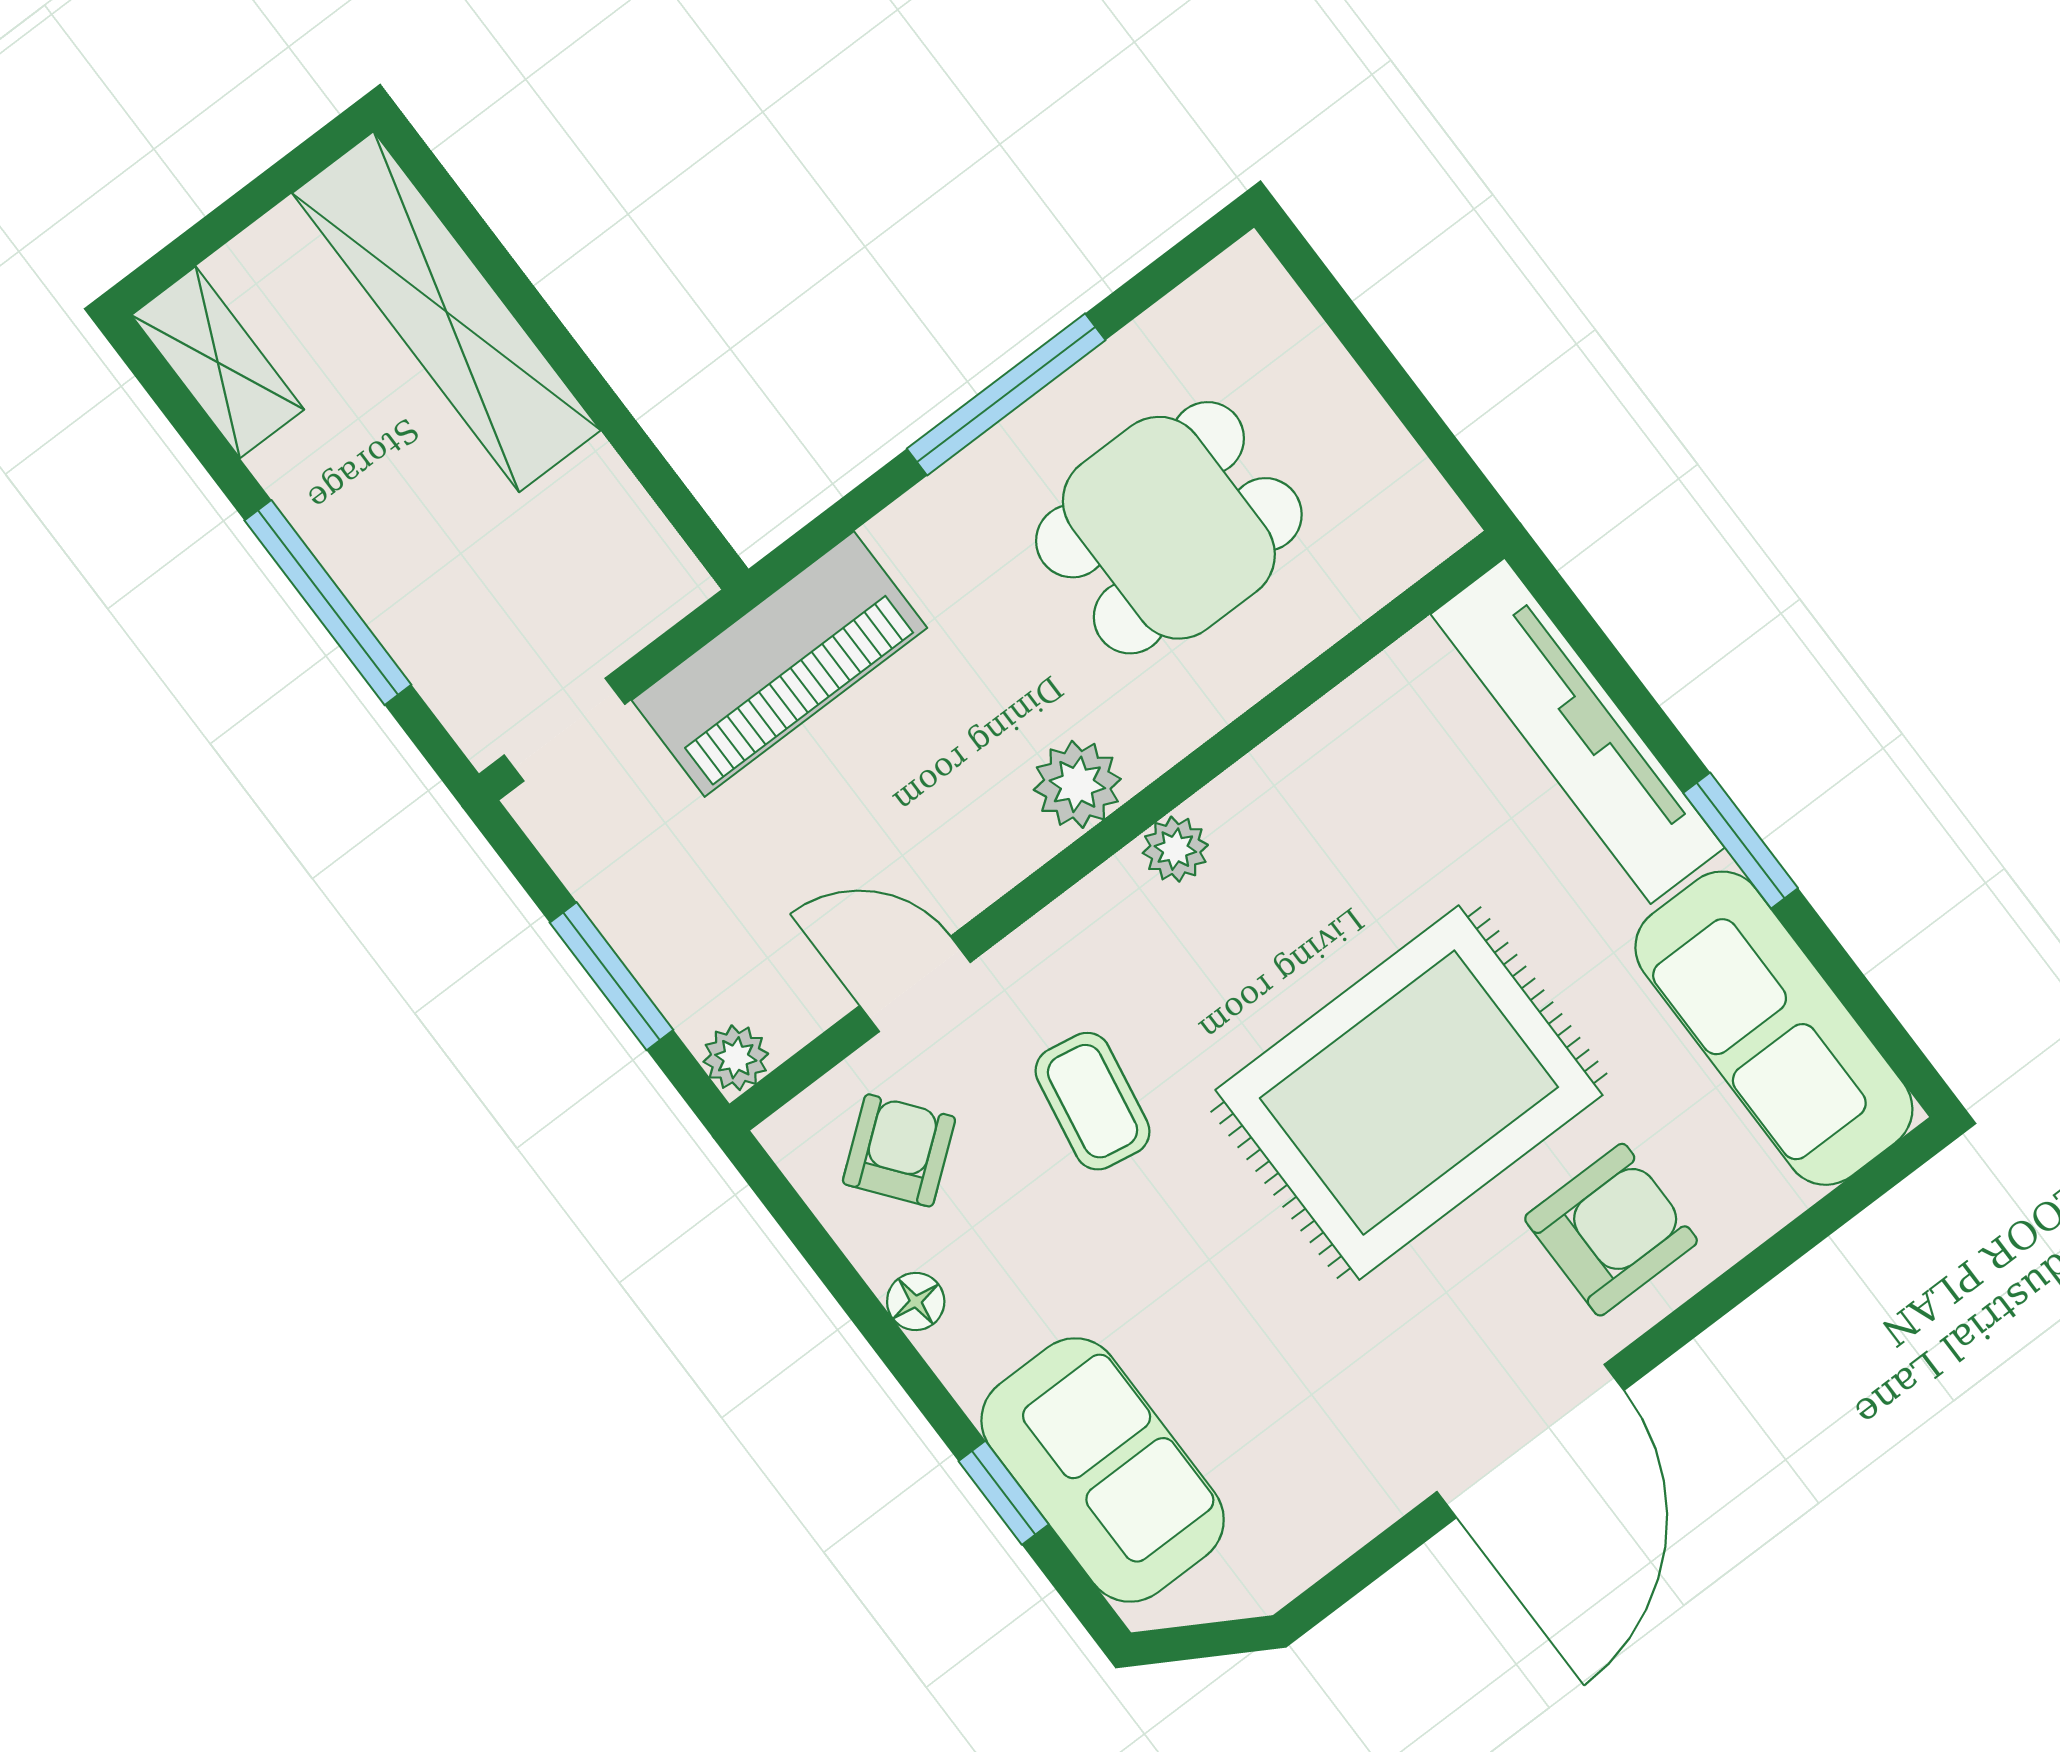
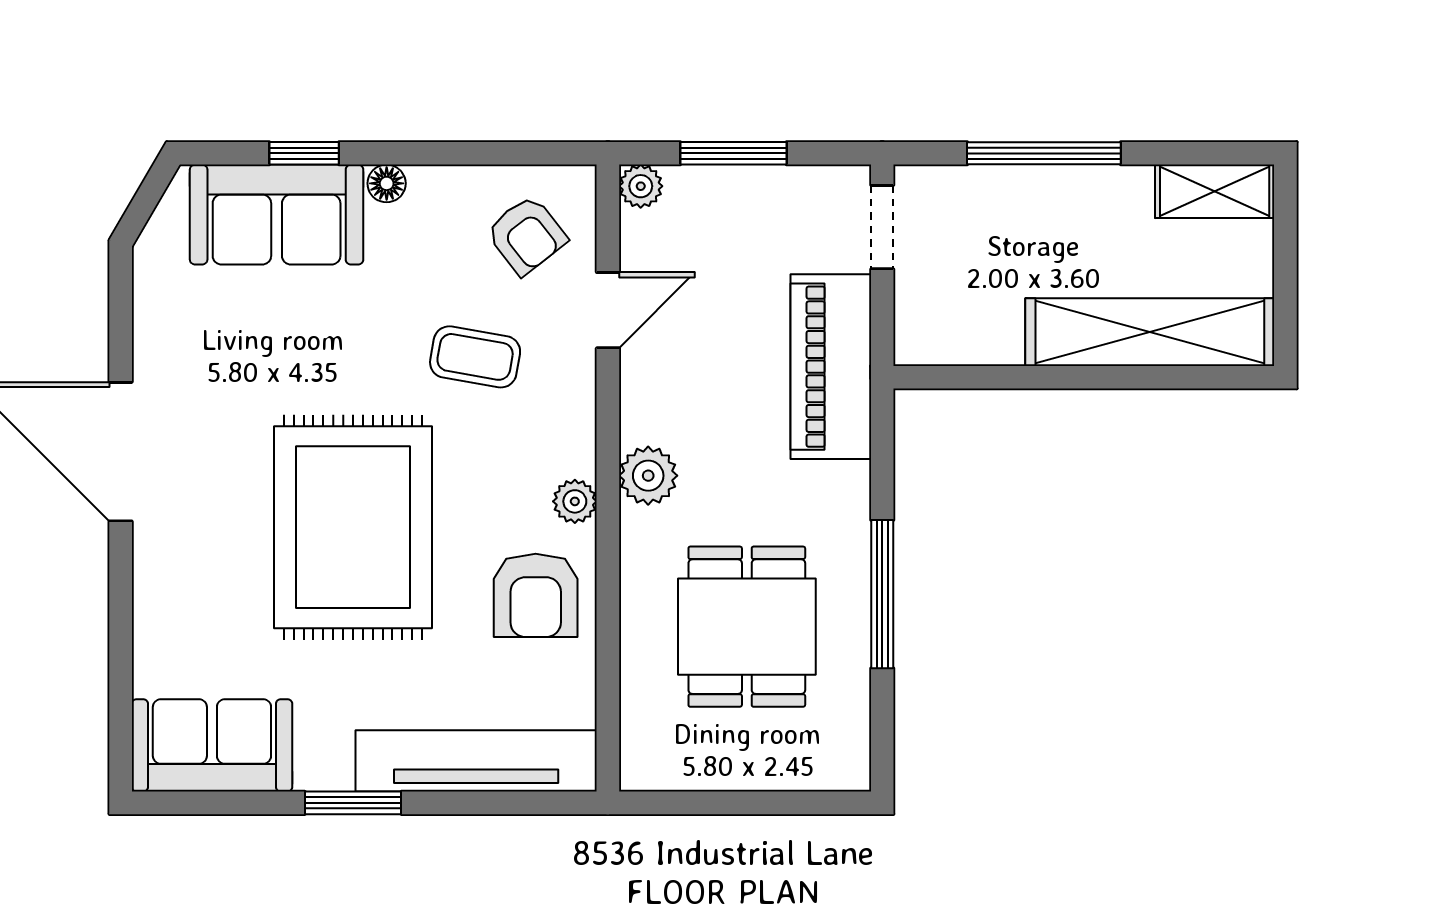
sofa: (1774, 1028) -> (212, 745), width x0.73
armchair: (1611, 1230) -> (536, 595), moved
floor lamp: (916, 1301) -> (387, 183), moved

